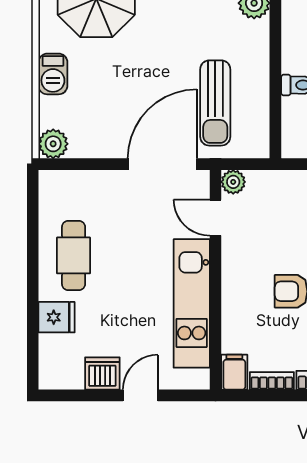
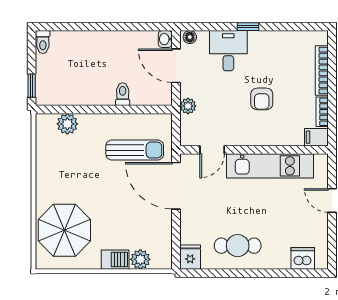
plant: (53, 144) -> (140, 259), moved
plant: (233, 182) -> (188, 106), moved
fridge: (57, 317) -> (190, 257), moved
dishwasher: (102, 373) -> (303, 258), moved, turned 90

